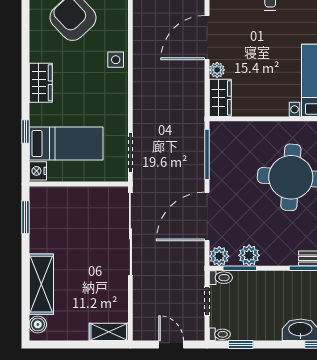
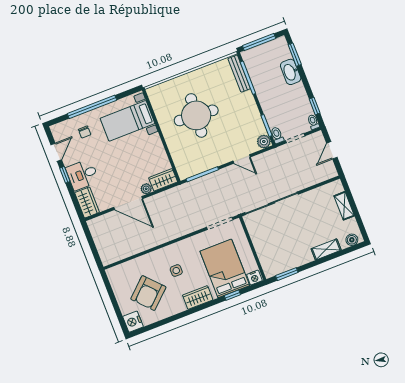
side table: (116, 60) -> (176, 271), moved
bed: (66, 144) -> (225, 268), width x1.50
door: (207, 216) -> (242, 159), width x0.53
plant: (249, 255) -> (256, 123), removed
shelving: (41, 284) -> (326, 249), width x0.67, depth x0.75
shelving: (109, 332) -> (344, 206), moved

